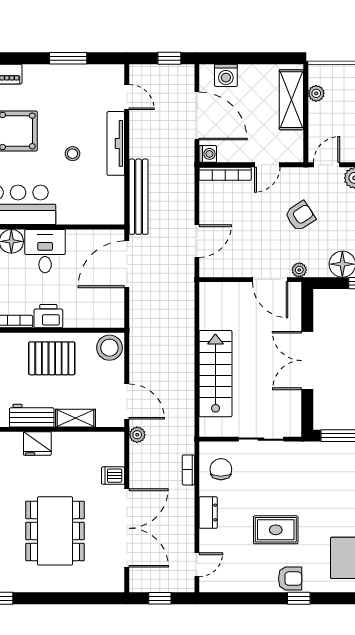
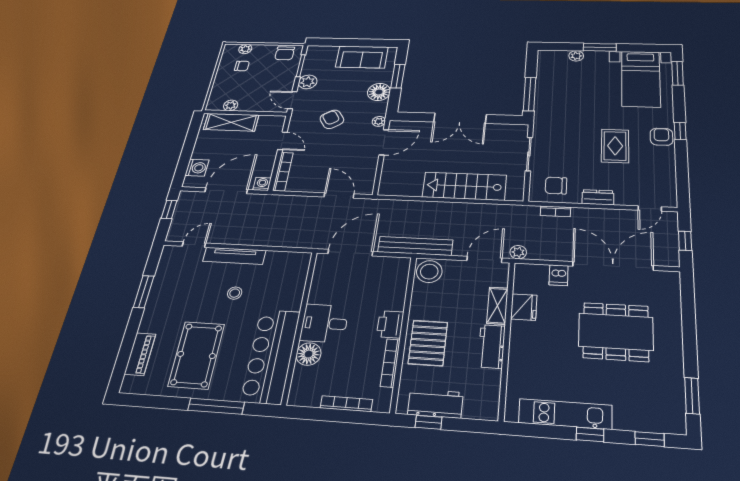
bench: (139, 197) -> (415, 246), moved
door: (127, 264) -> (350, 253), swing flipped
pallet: (52, 358) -> (428, 343), moved
fridge: (37, 444) -> (524, 307), moved
door: (197, 565) -> (650, 209), swing flipped

